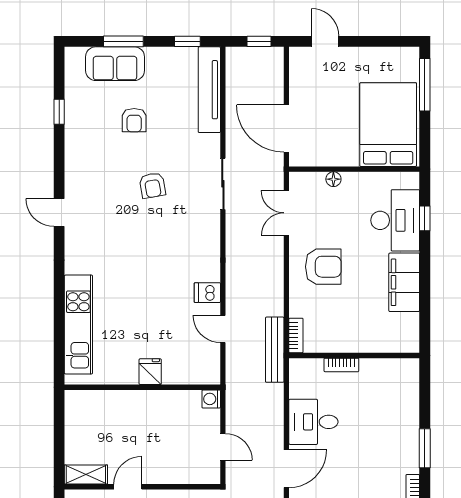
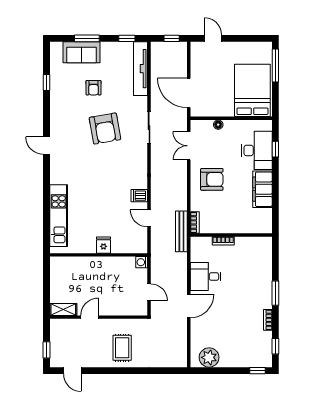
armchair: (152, 185) -> (105, 129), width x1.88, depth x1.88

